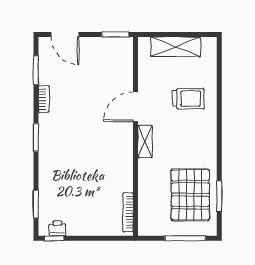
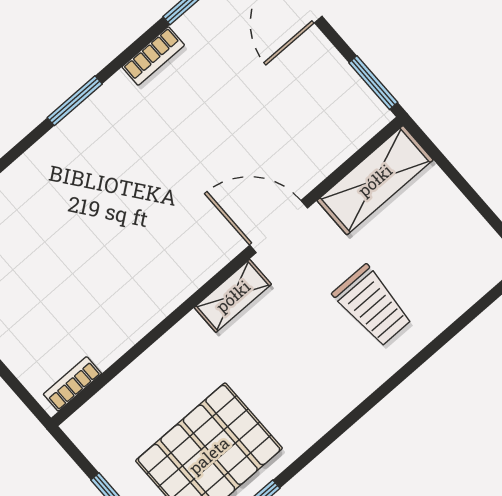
shelving: (176, 47) -> (375, 180), moved, turned 90
bookcase: (128, 212) -> (72, 384), width x0.64

